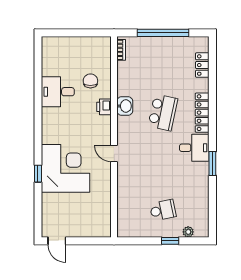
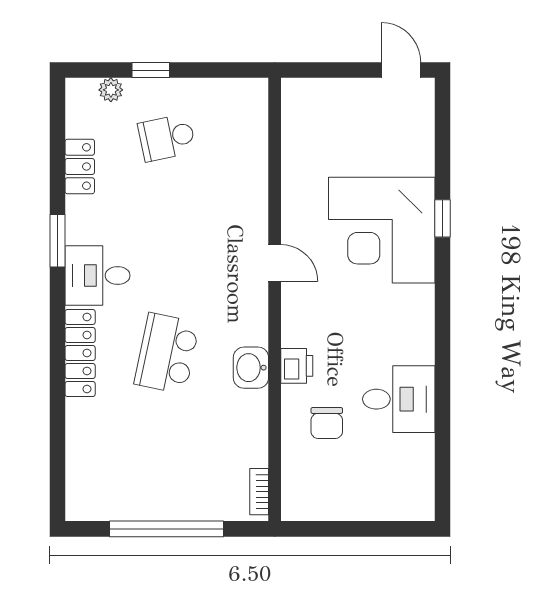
locker: (202, 65) -> (80, 166), moved

